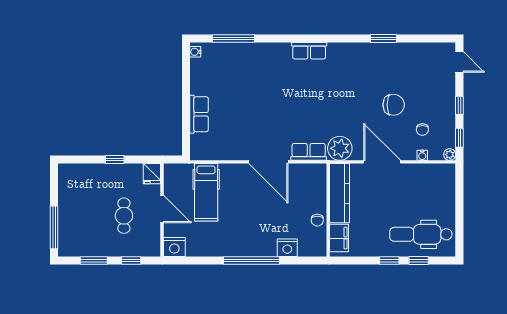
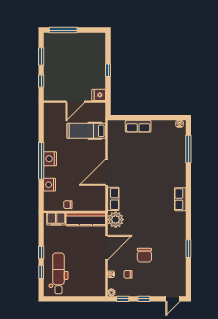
cafe table: (124, 216) -> (71, 76), removed
nightstand: (174, 247) -> (50, 159), moved

